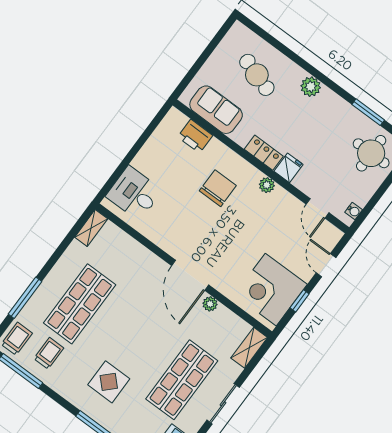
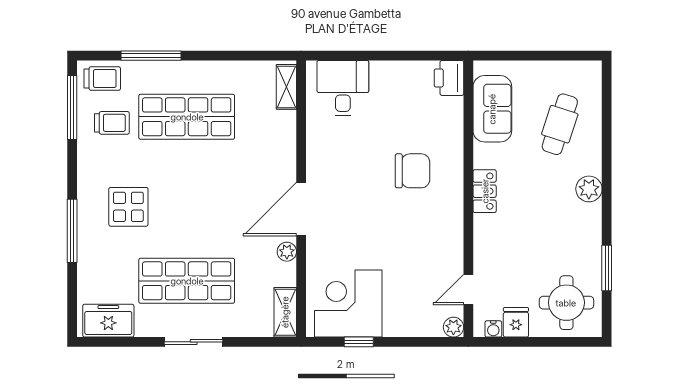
printer: (195, 136) -> (449, 78), moved
fridge: (288, 168) -> (516, 322), moved, turned -90
plant: (267, 185) -> (453, 327), moved
shelving: (91, 228) -> (286, 87), moved, turned 90
door: (326, 265) -> (416, 342), removed
shelving: (249, 348) -> (285, 312), moved, turned 90

